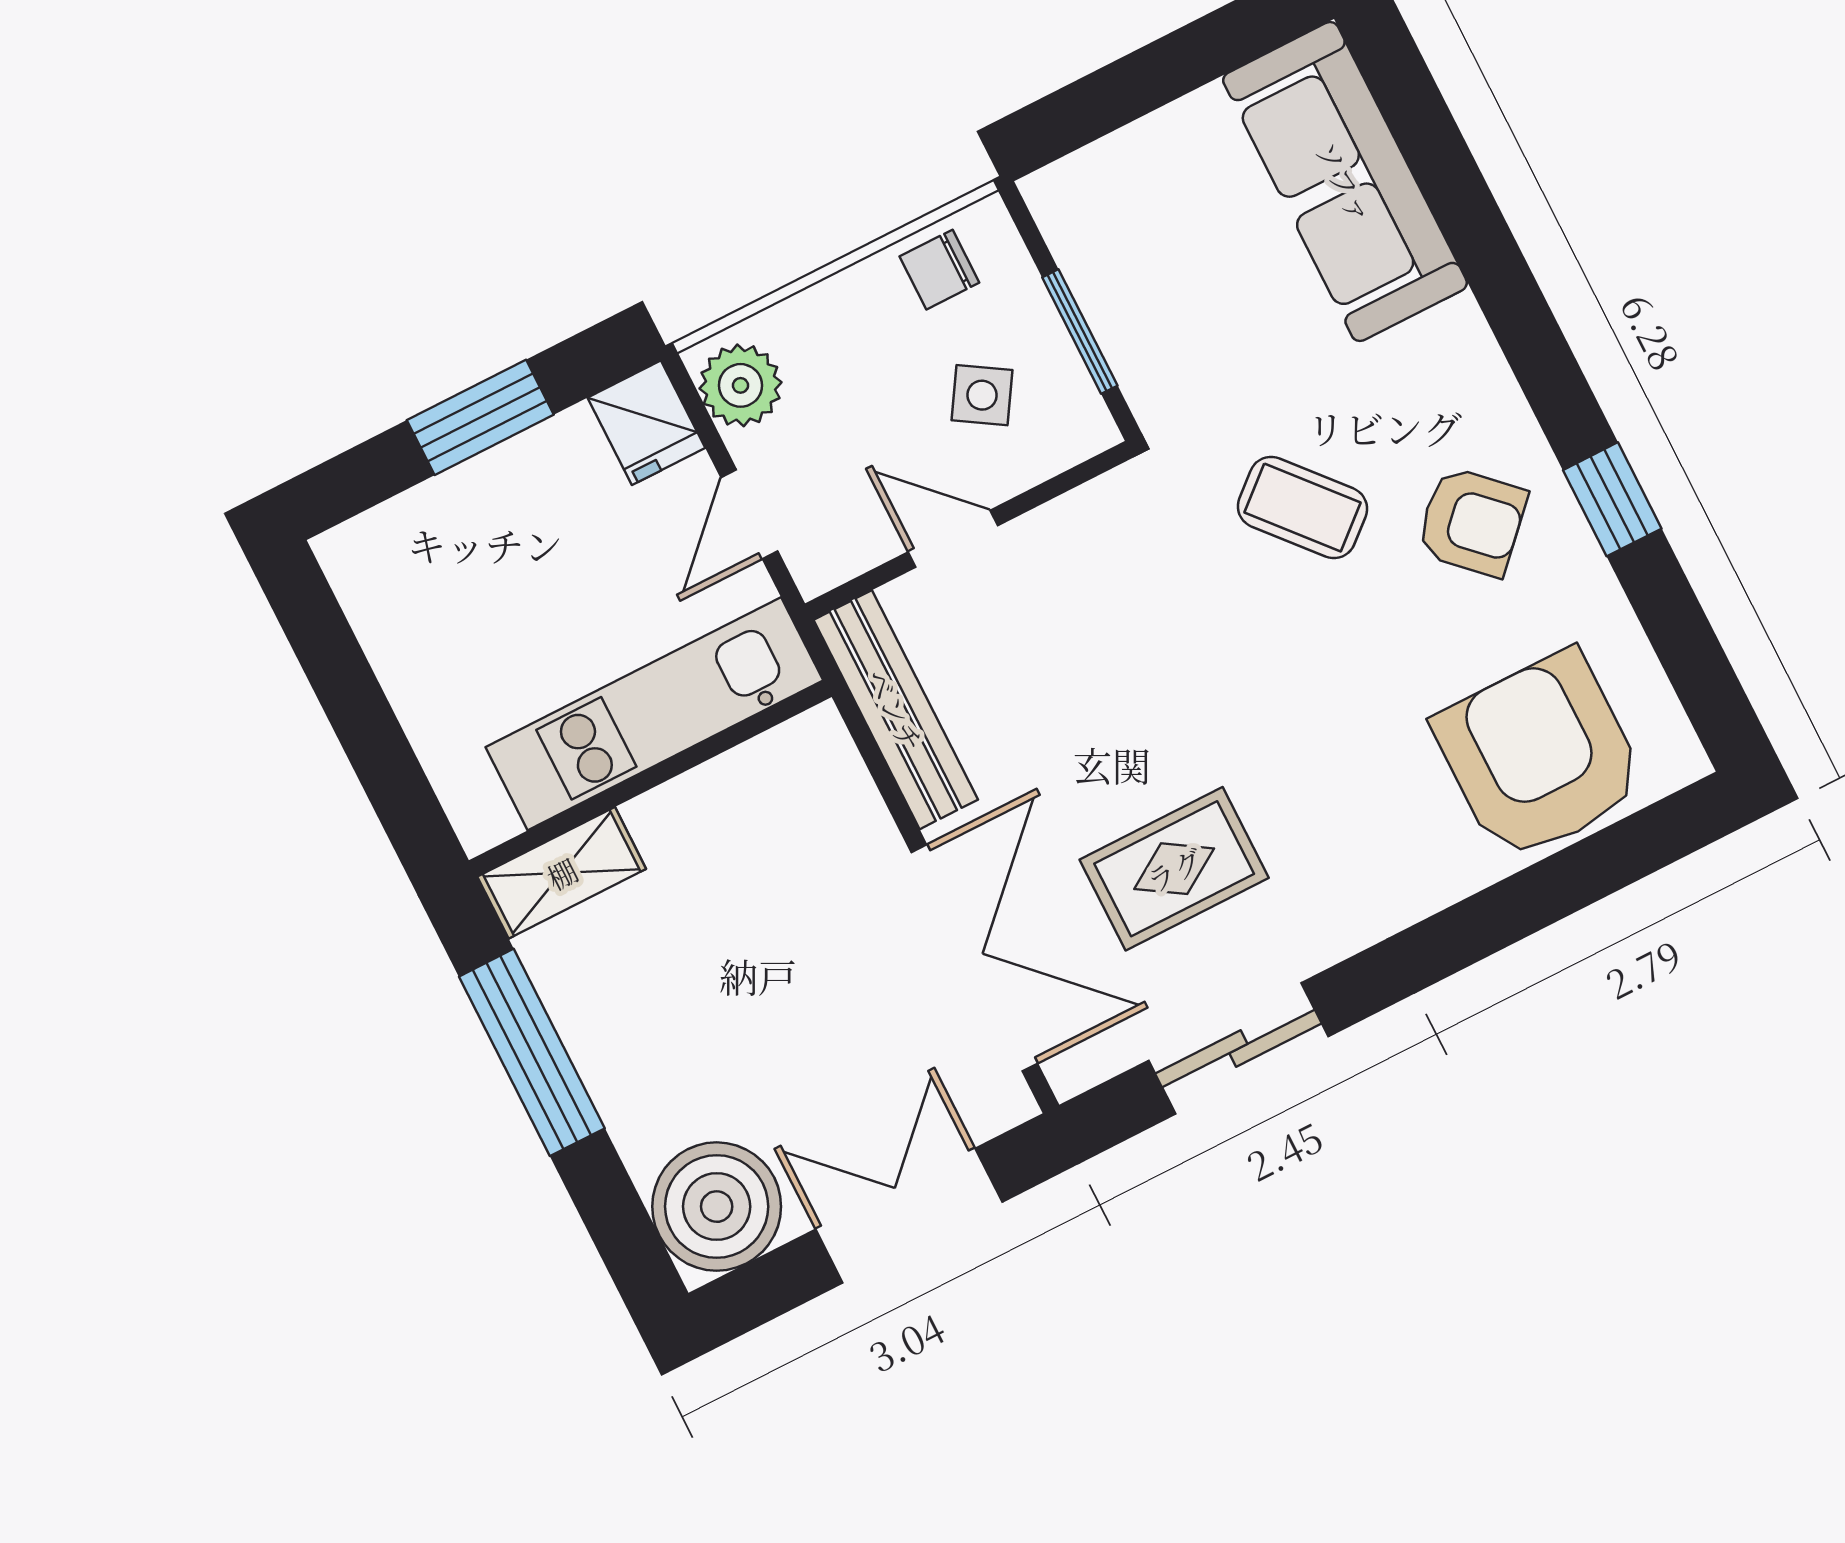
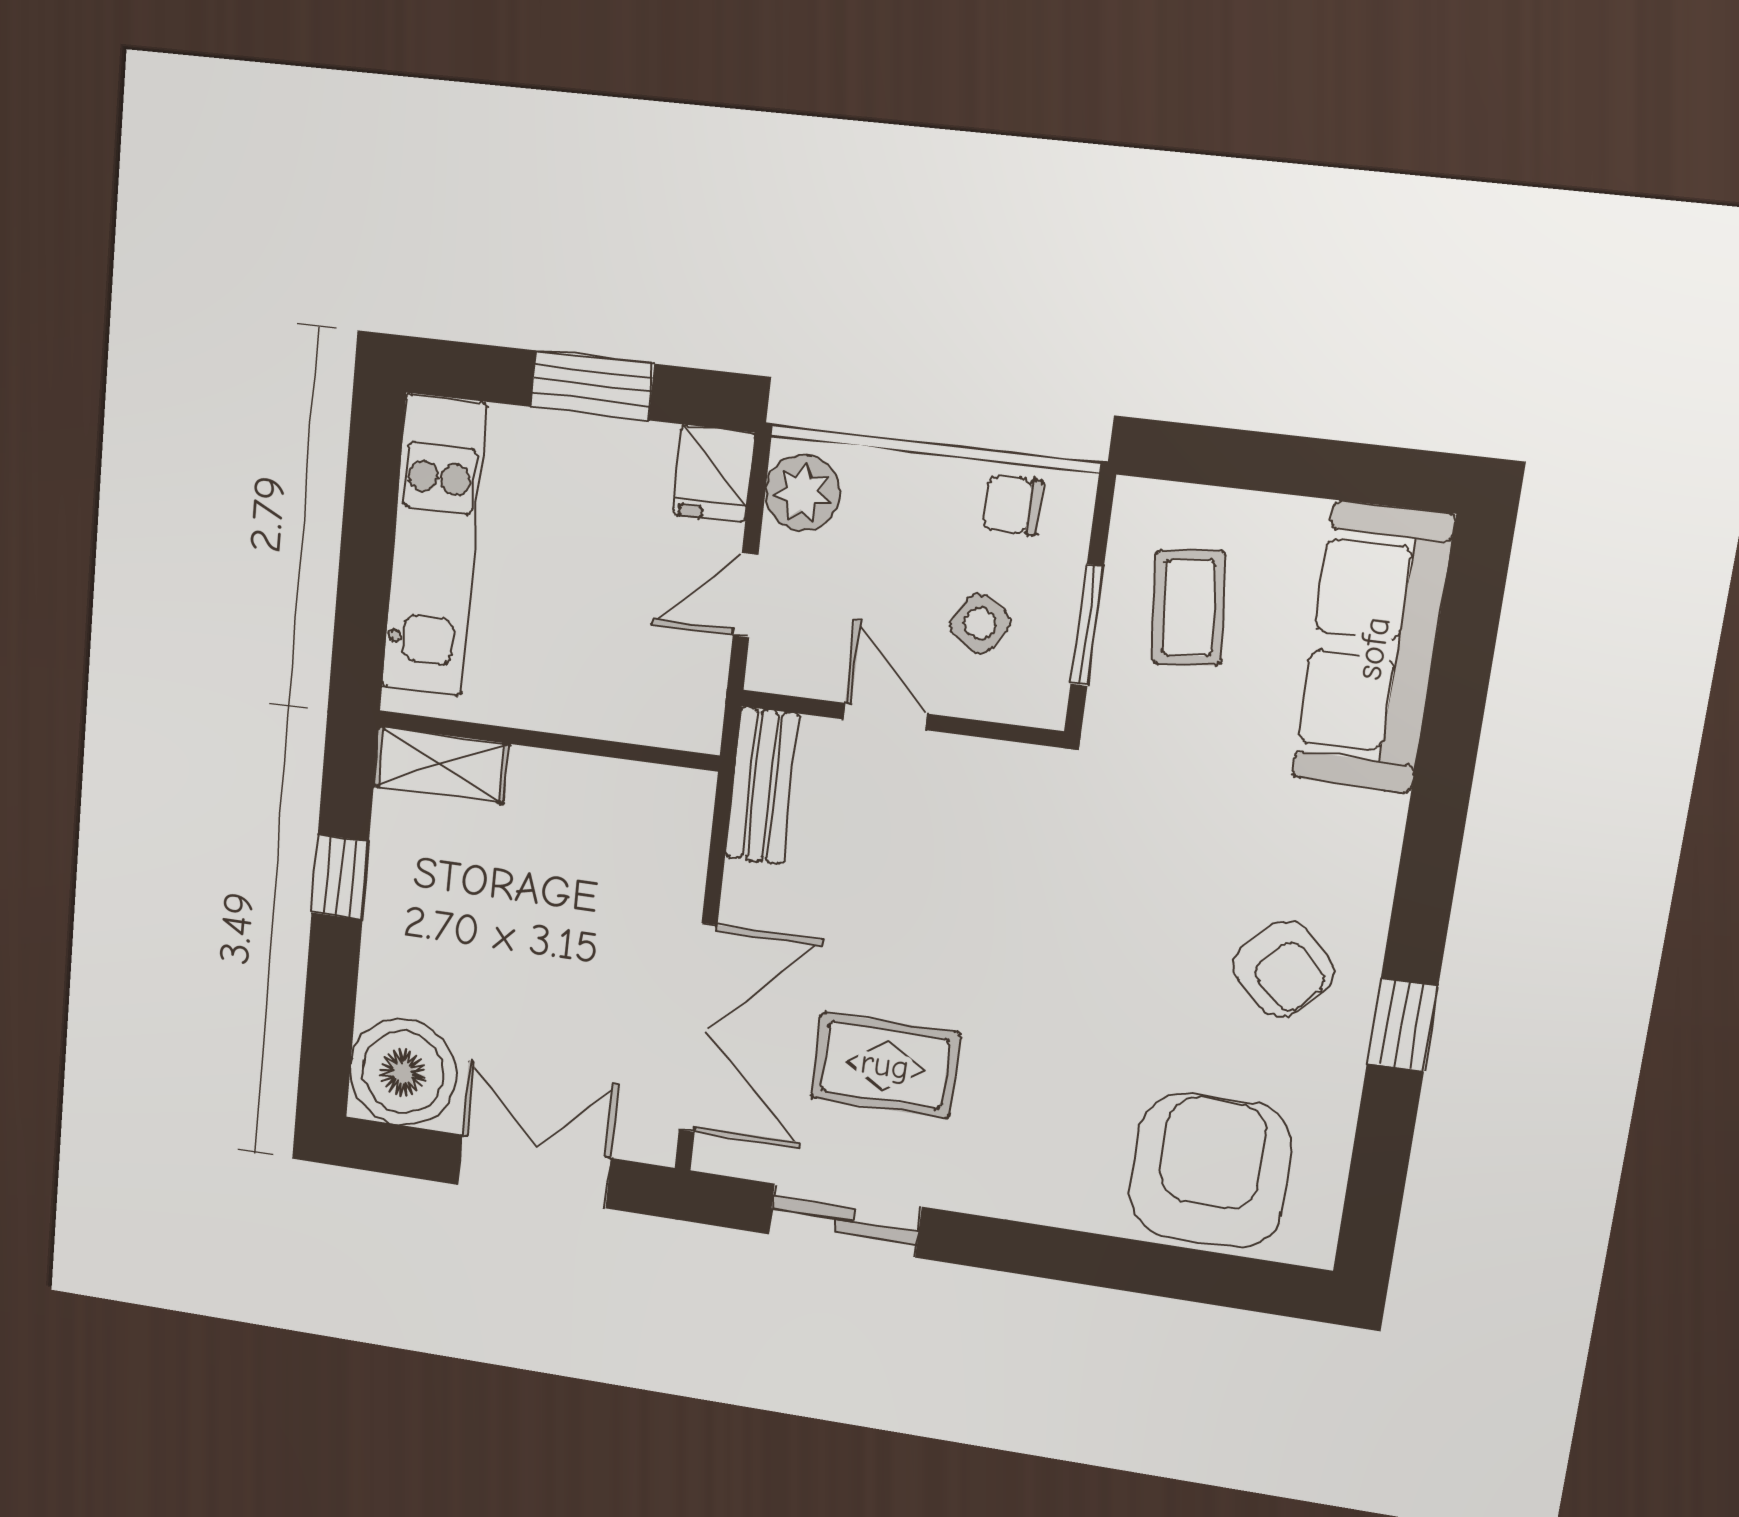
coffee table: (1302, 507) -> (1189, 608), moved, turned 35
bench: (896, 710) -> (762, 786), width x0.73
kitchen unit: (654, 714) -> (434, 546), moved, turned 90
window: (532, 1052) -> (340, 877), width x0.46

